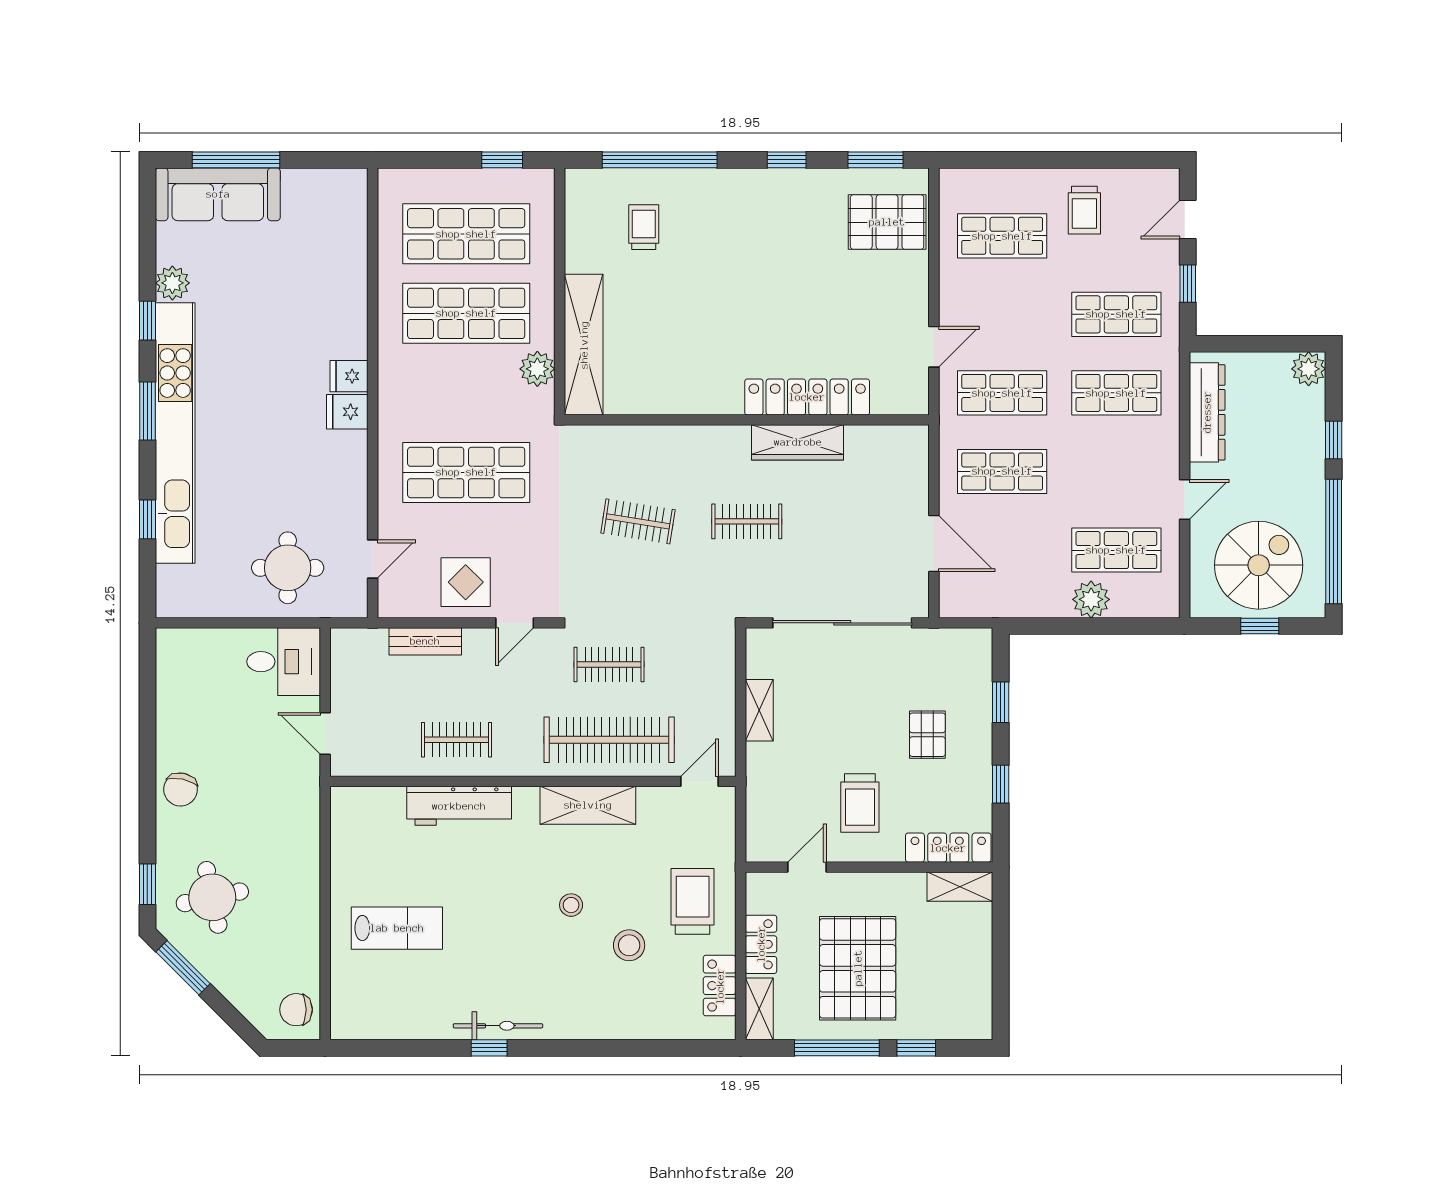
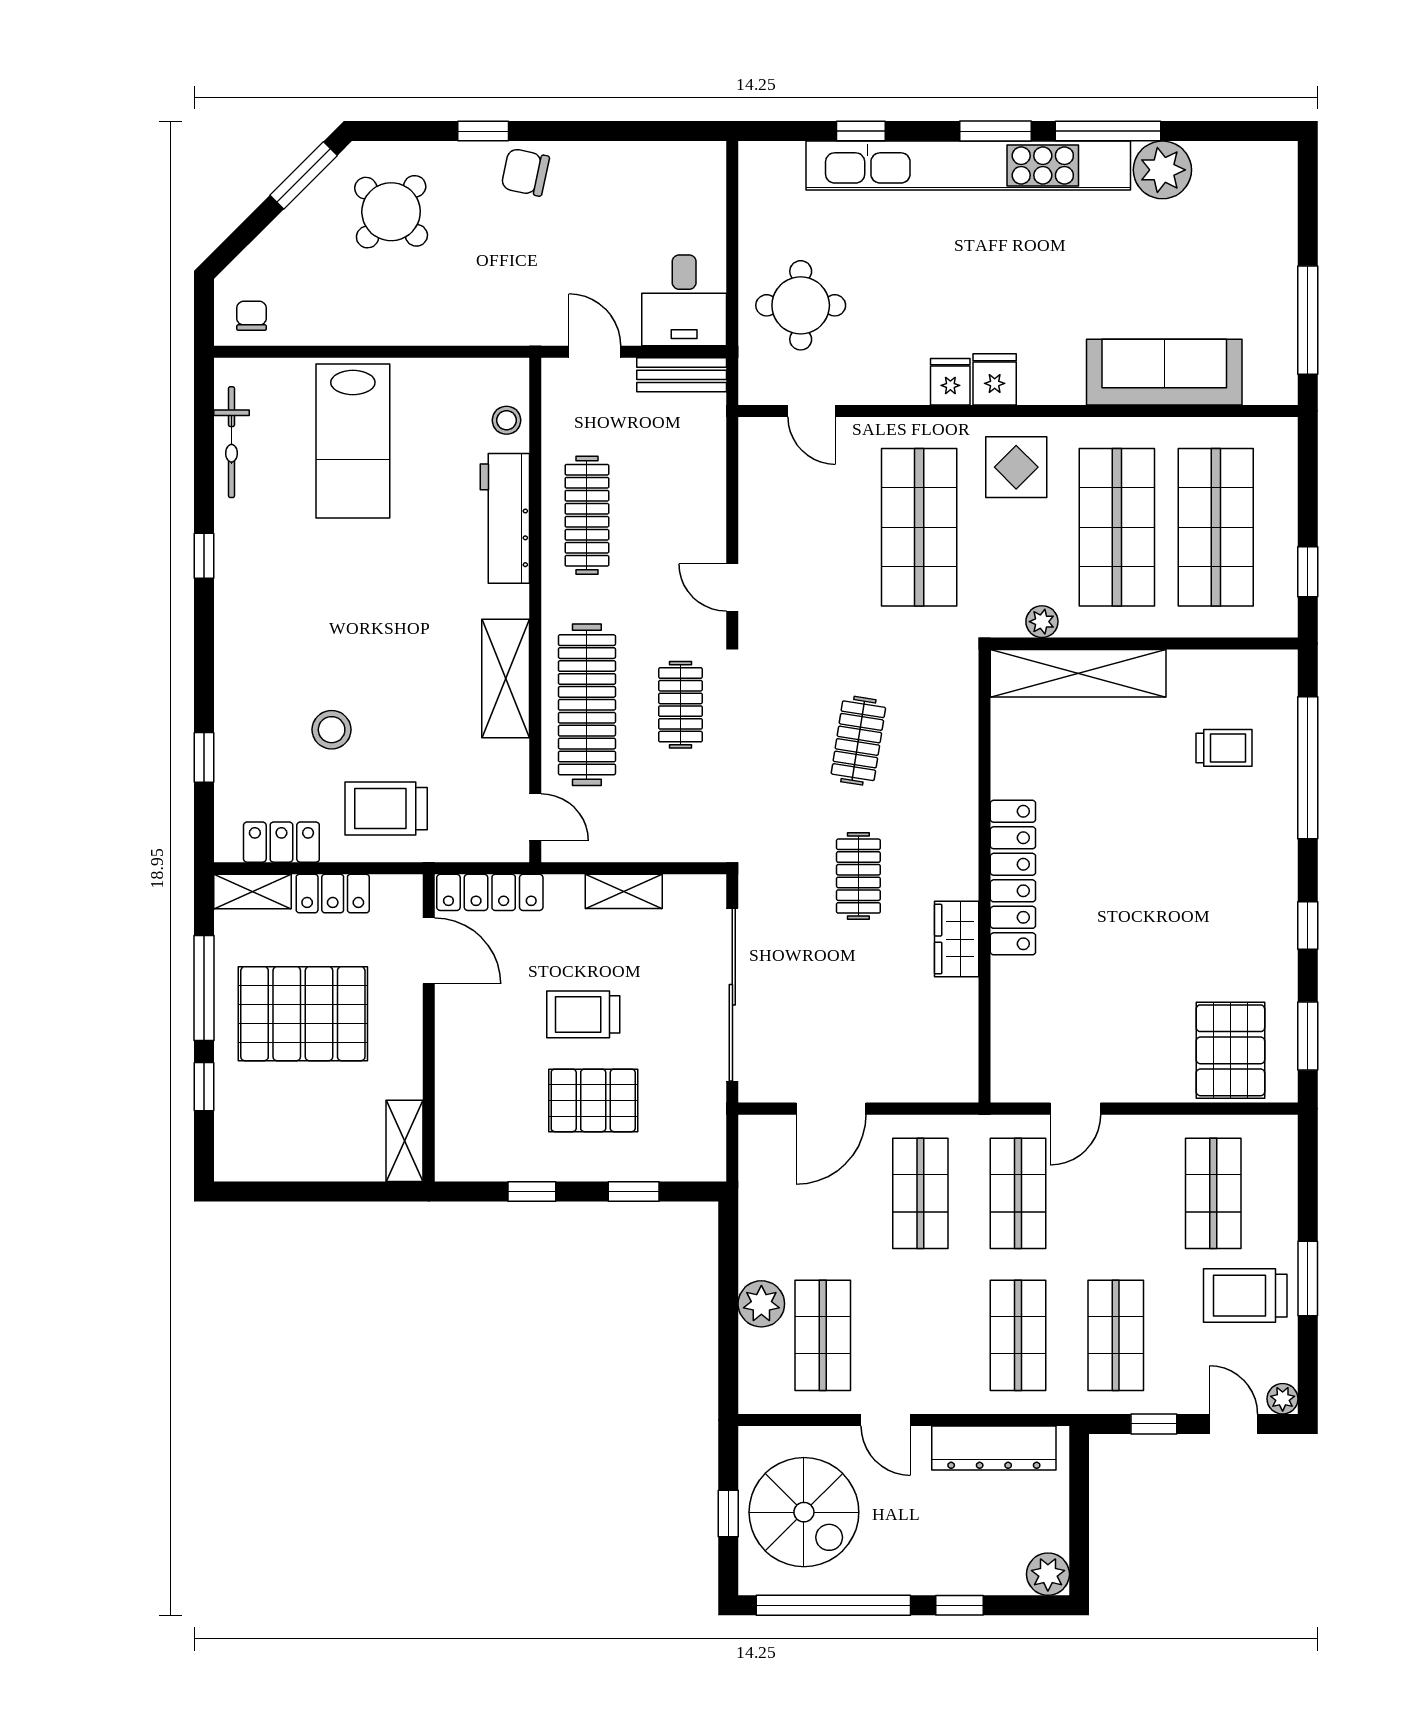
window: (236, 160) -> (1308, 320), moved
window: (1071, 160) -> (1308, 1279), added
plant: (1167, 180) -> (1283, 1399), added
sofa: (218, 194) -> (1164, 372), moved, turned 90
trolley: (1084, 210) -> (1245, 1296), width x1.36, depth x1.39
plant: (172, 283) -> (1162, 170), width x1.36, depth x1.36
window: (147, 321) -> (1108, 131), width x2.17
door: (934, 347) -> (1075, 1109), hinge flipped
plant: (537, 369) -> (1042, 622), width x0.73, depth x0.73
fridge: (349, 376) -> (950, 382), moved
locker: (807, 397) -> (1013, 878), moved
wardrobe: (798, 442) -> (957, 939), width x0.67
display table: (466, 582) -> (1016, 467), moved
bench: (425, 641) -> (682, 375), moved, turned 90
door: (325, 733) -> (595, 352), hinge flipped
pallet: (927, 735) -> (593, 1100), width x1.50, depth x1.42
clothes rail: (457, 740) -> (587, 515), width x1.36
trolley: (860, 803) -> (583, 1014), moved
locker: (948, 848) -> (490, 892), moved, turned 90
door: (807, 867) -> (429, 951), width x1.38
window: (147, 884) -> (483, 131), moved
round table: (212, 897) -> (391, 212), turned -35
trolley: (693, 901) -> (386, 809), turned 180
stool: (571, 905) -> (507, 420), moved
lab bench: (397, 928) -> (353, 441), width x1.36, depth x1.39
chair: (296, 1010) -> (252, 316), width x0.73, depth x0.73
bicycle: (498, 1026) -> (232, 442), moved
window: (651, 1048) -> (204, 757), added

